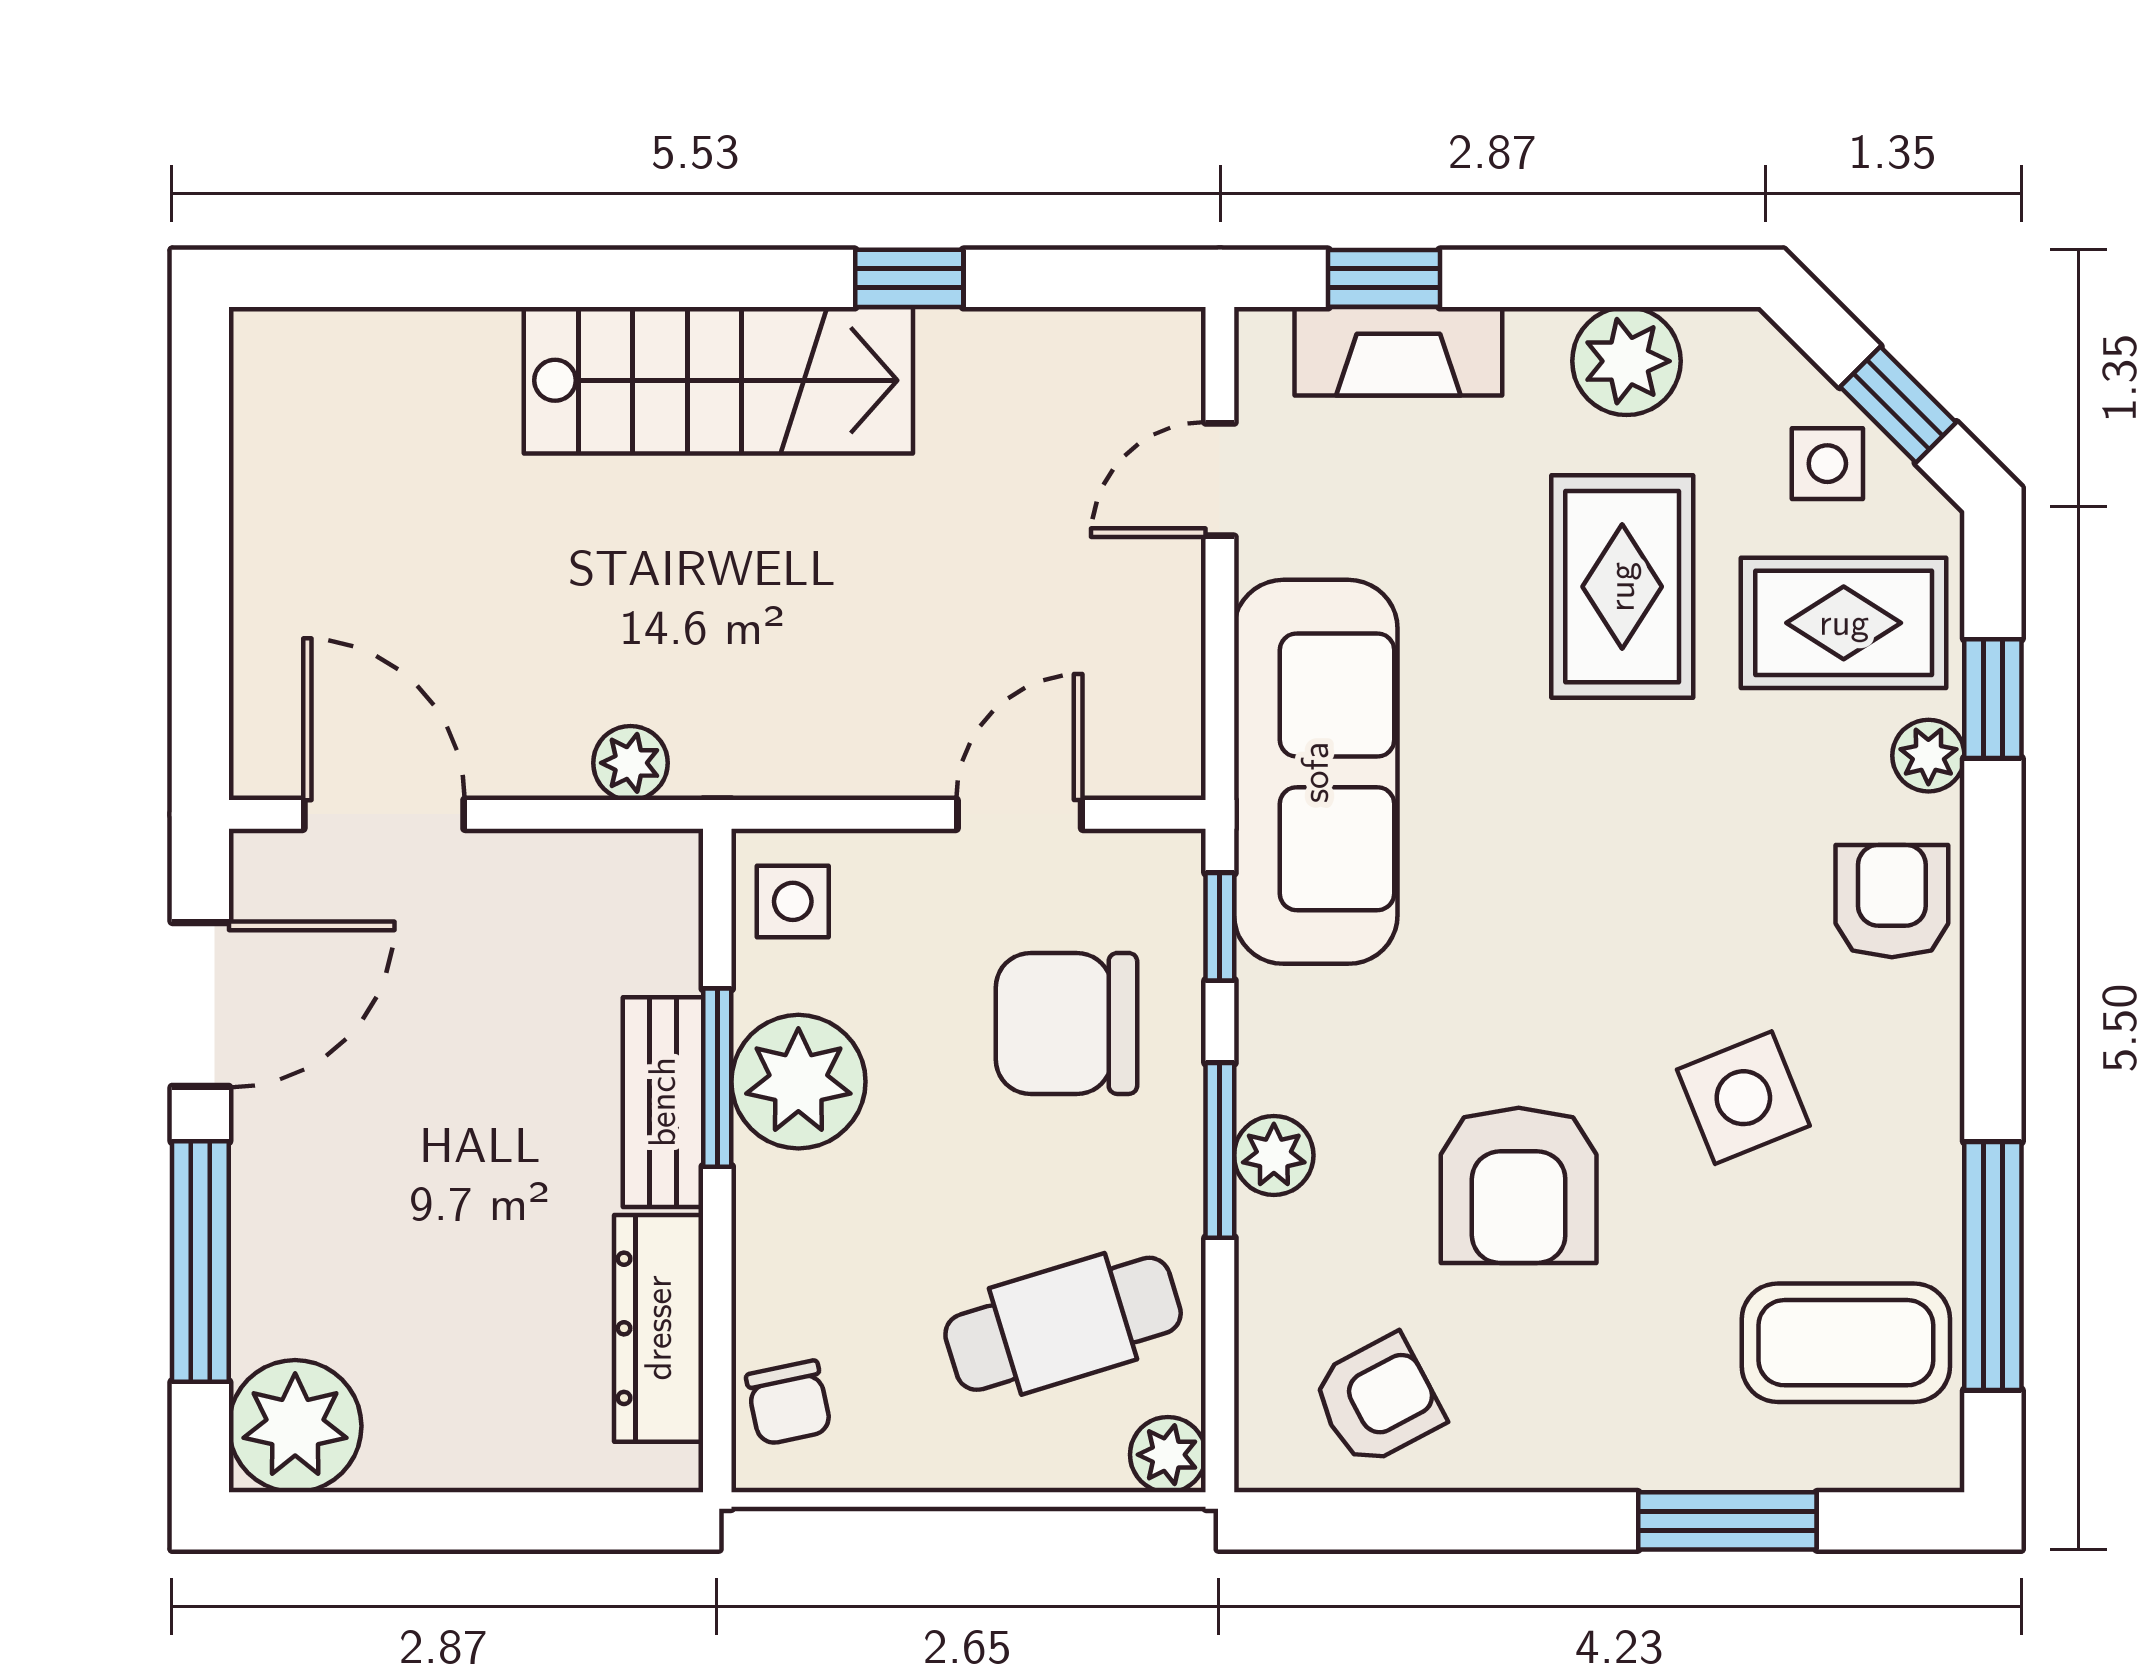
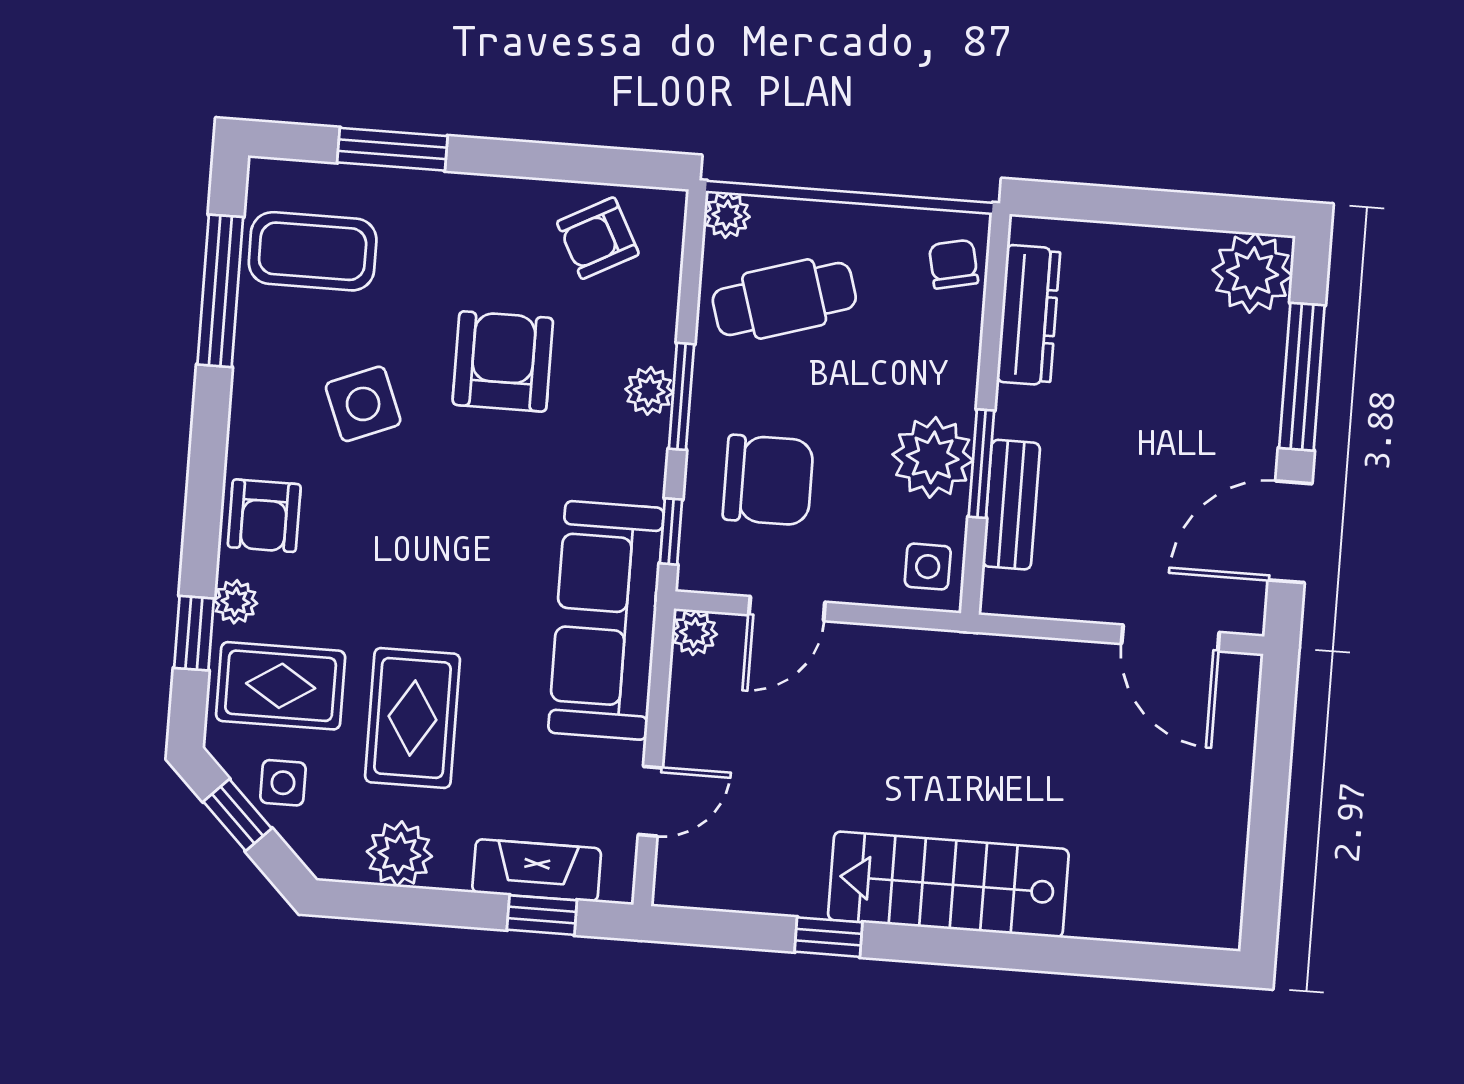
plant: (630, 763) -> (694, 633), moved
bench: (663, 1102) -> (1011, 505), moved

